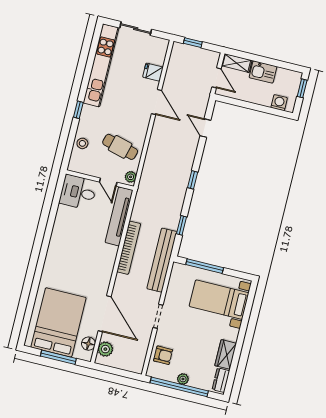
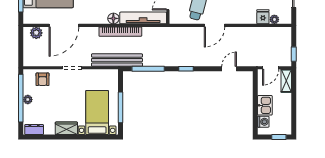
window: (193, 43) -> (294, 54), moved
kitchen sink: (263, 72) -> (265, 105), moved, turned 180
door: (157, 102) -> (215, 25), moved
plant: (131, 177) -> (274, 19), moved
window: (181, 225) -> (148, 69), width x2.17
window: (205, 266) -> (121, 107), moved
floor lamp: (88, 344) -> (113, 18), moved
wardrobe: (226, 354) -> (66, 128), moved

